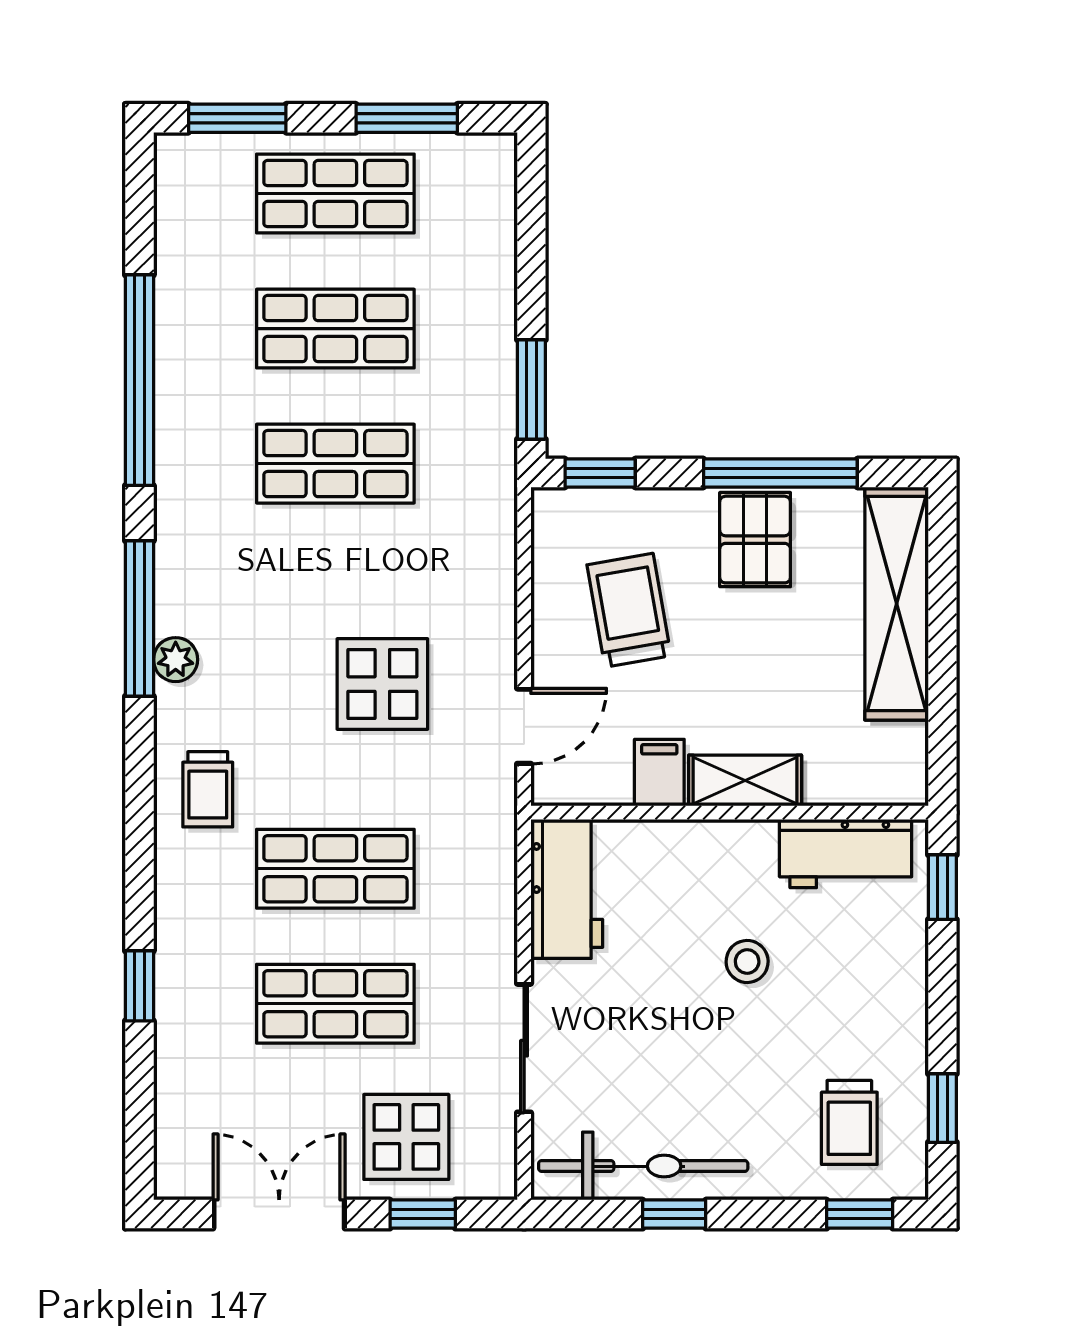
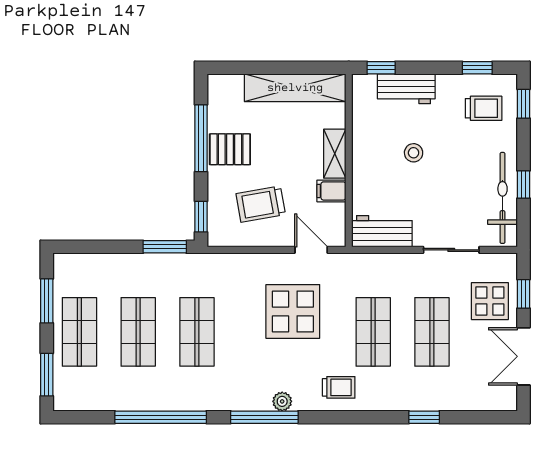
shelving: (897, 604) -> (295, 88), moved
display table: (382, 684) -> (293, 311), width x1.36, depth x1.36
workbench: (846, 854) -> (406, 89), moved, turned 90

